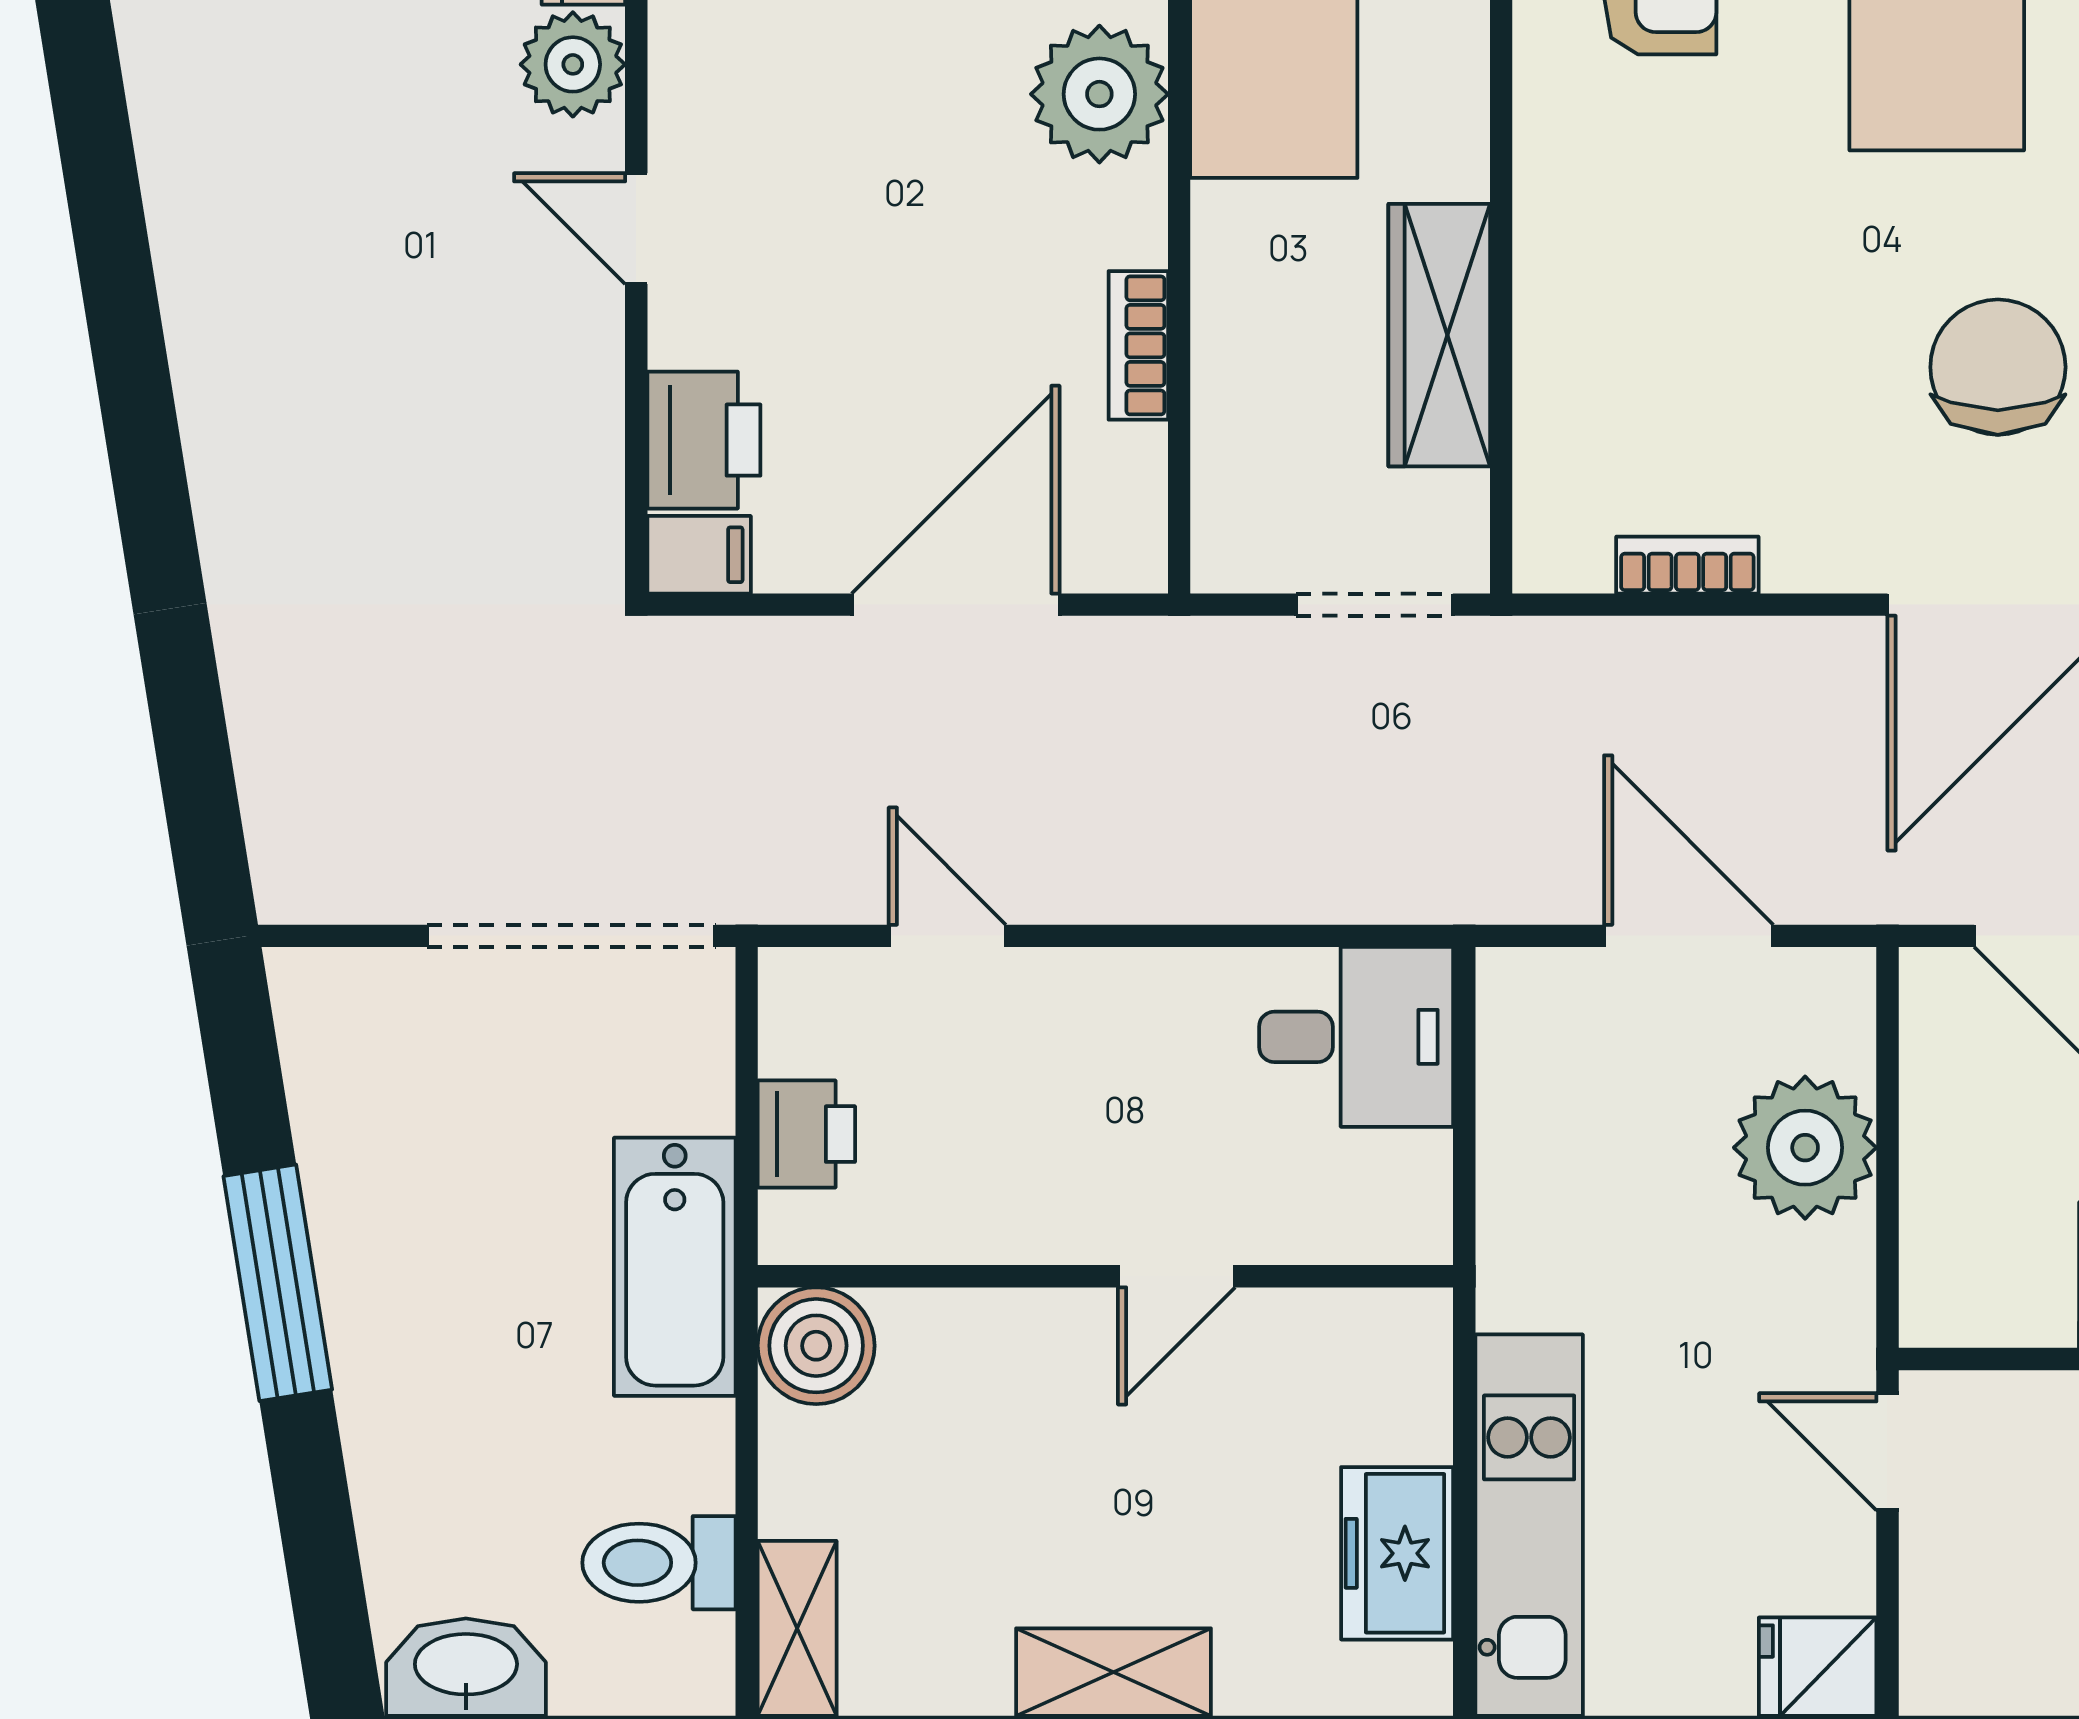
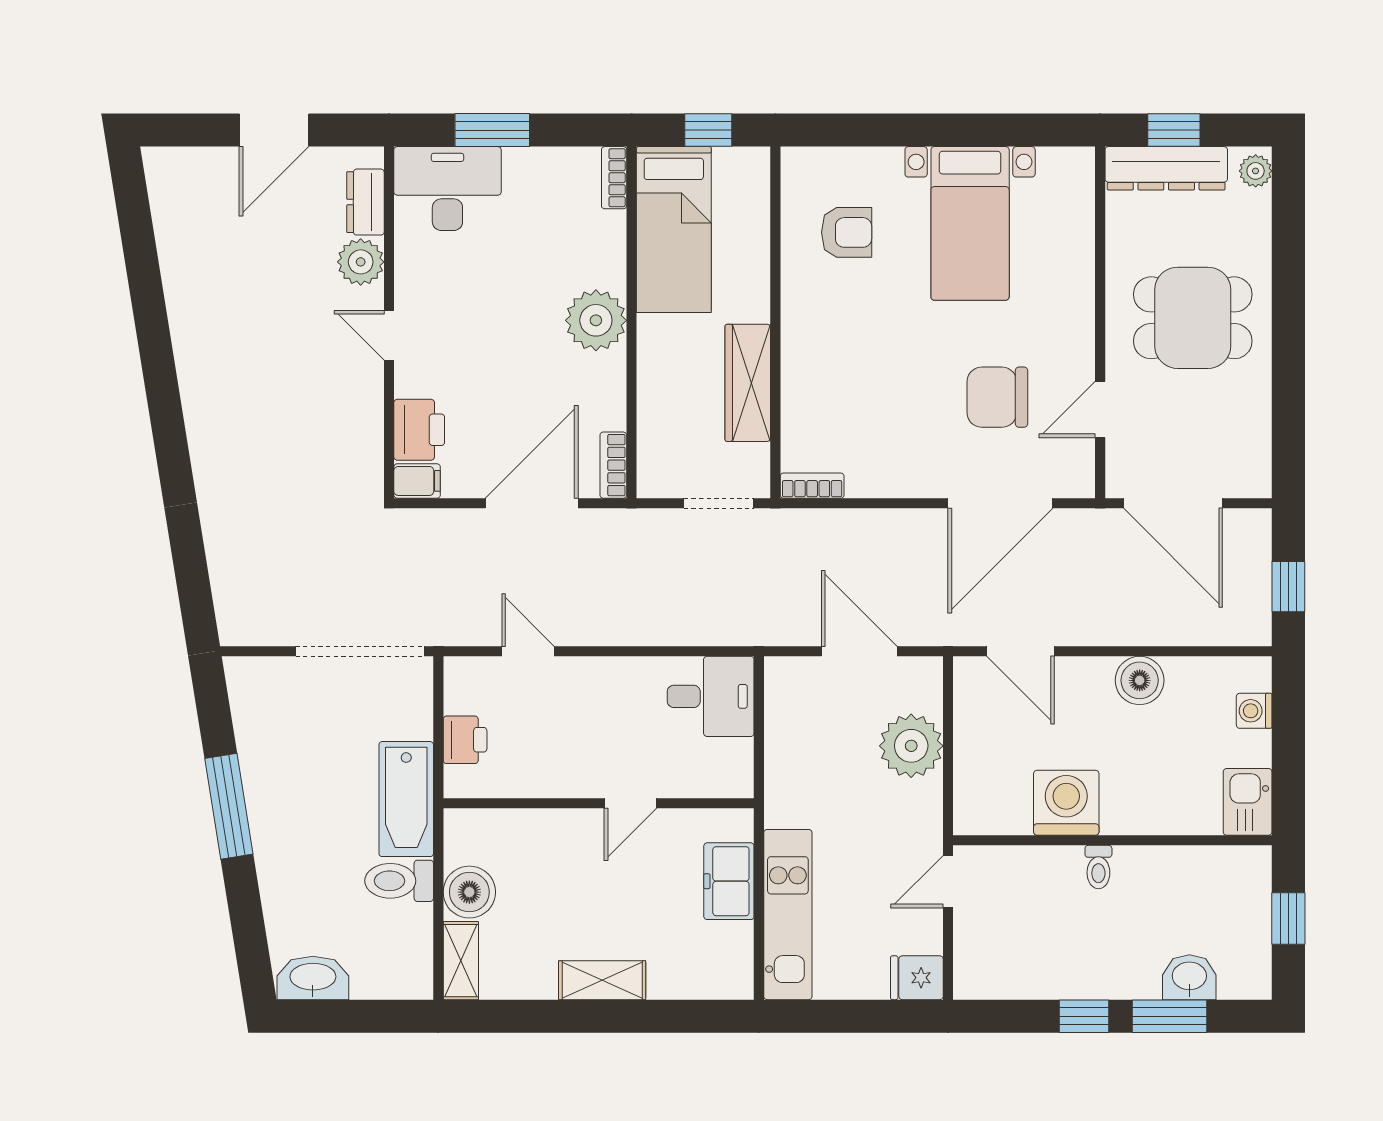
plant: (1099, 94) -> (596, 320), moved
bookcase: (1138, 345) -> (613, 465), moved
chair: (1998, 367) -> (997, 397), turned -90
bookcase: (1687, 565) -> (812, 486), moved
boiler: (816, 1346) -> (469, 892), moved
door: (1887, 1452) -> (948, 882), hinge flipped
freezer: (1397, 1553) -> (729, 881), moved
toilet: (659, 1563) -> (399, 881), moved

